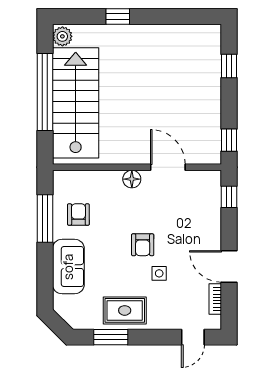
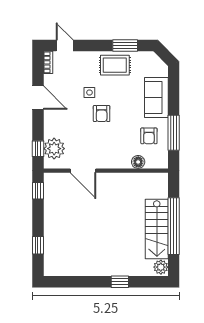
stairs: (76, 103) -> (157, 229), width x0.73, depth x0.66
floor lamp: (132, 179) -> (138, 162), moved
plant: (207, 197) -> (54, 149), added
armchair: (143, 245) -> (102, 114), turned 180
bookcase: (215, 299) -> (48, 62), moved
door: (193, 337) -> (65, 46), hinge flipped

